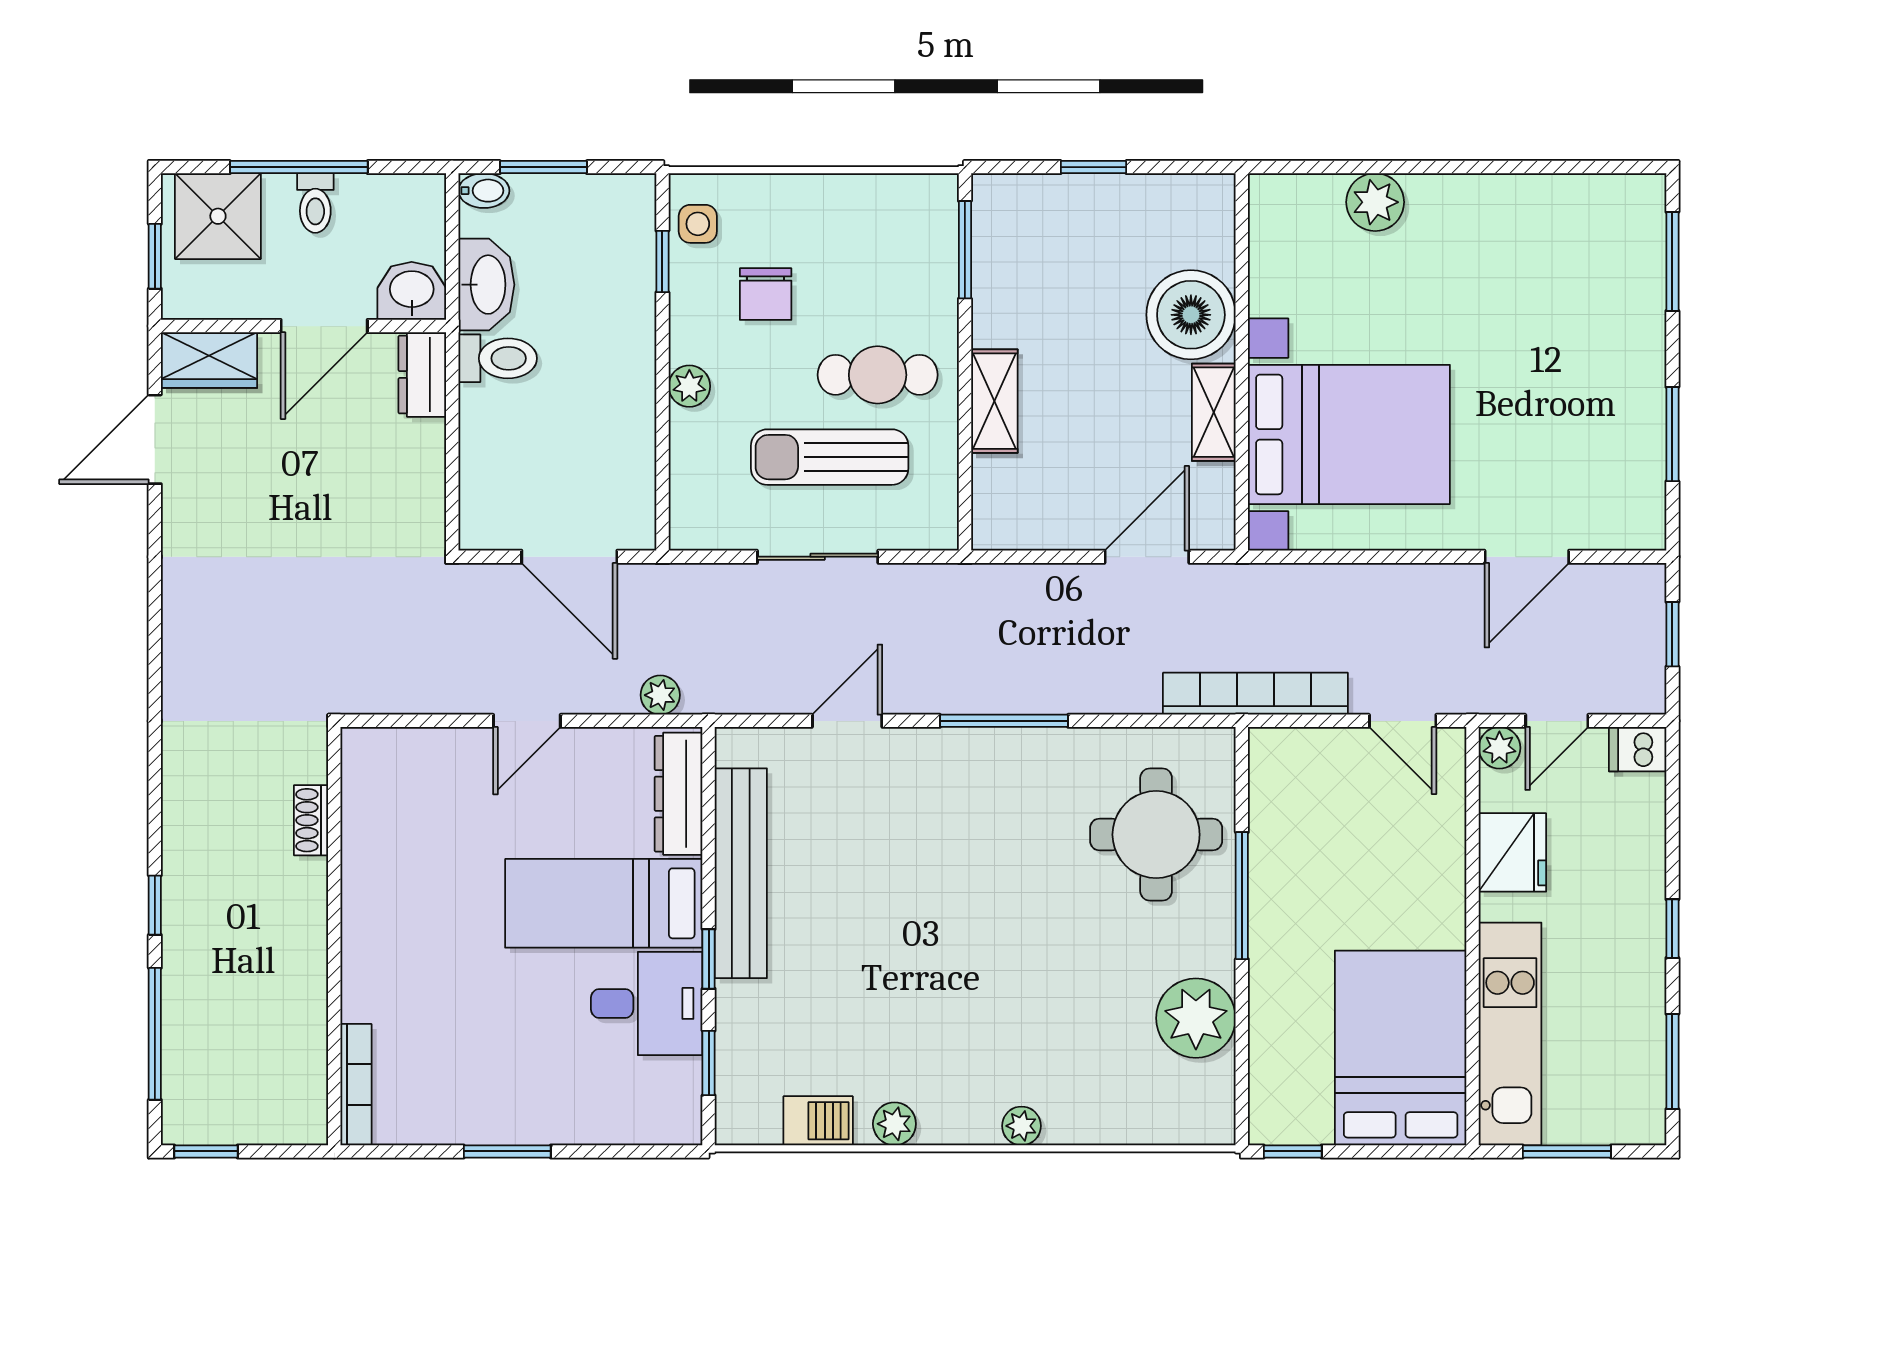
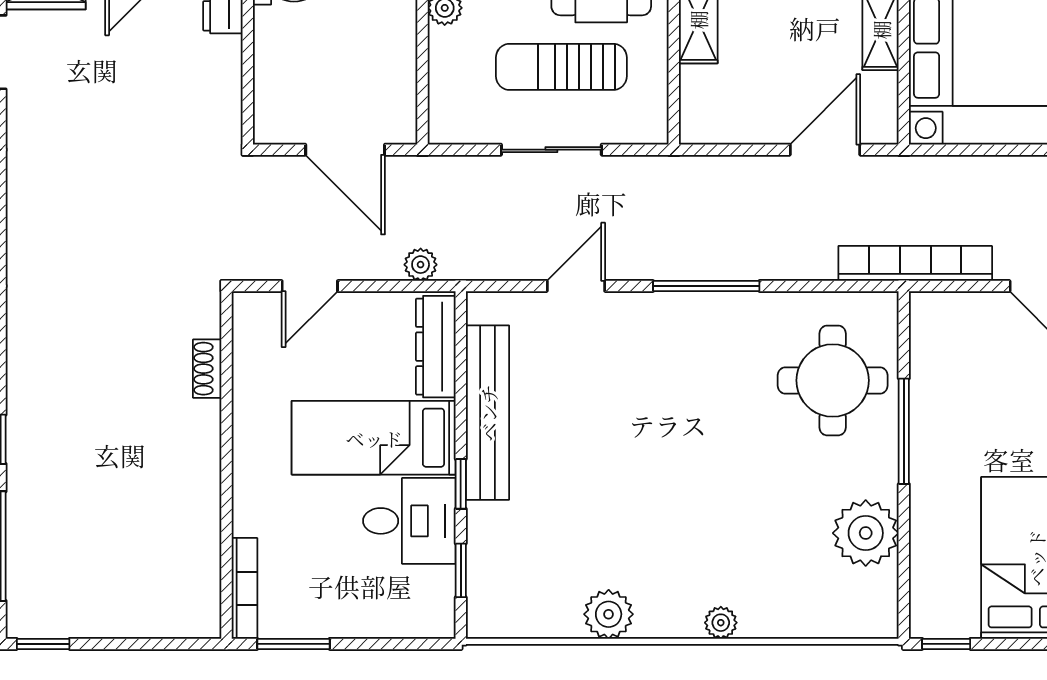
shoe rack: (311, 820) -> (207, 369), moved
wall: (334, 936) -> (226, 465), moved
bookcase: (356, 1085) -> (244, 588), moved
barbecue: (818, 1121) -> (552, 618), removed
plant: (894, 1124) -> (609, 614), width x1.38, depth x1.38

